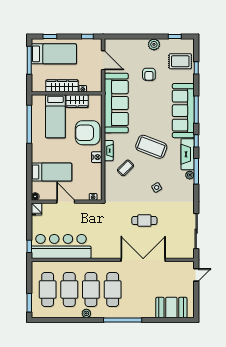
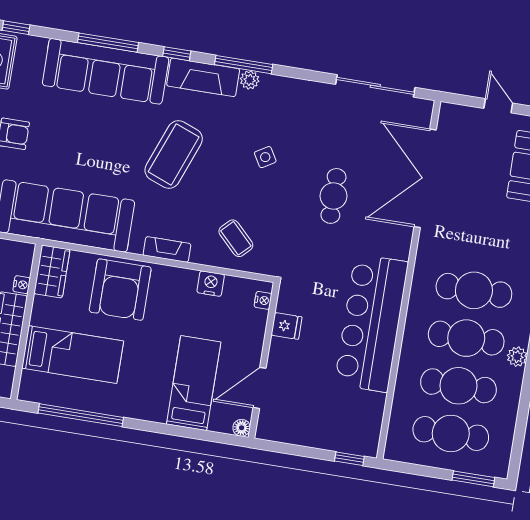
wardrobe: (77, 101) -> (52, 272), moved
nightstand: (97, 157) -> (211, 284), moved
coffee table: (126, 168) -> (236, 238), moved
door: (66, 202) -> (260, 388), moved
fridge: (36, 209) -> (287, 326), moved
bar counter: (61, 246) -> (371, 323), moved
double door: (143, 260) -> (425, 178), moved
door: (196, 275) -> (498, 106), moved

